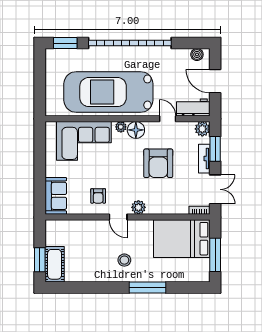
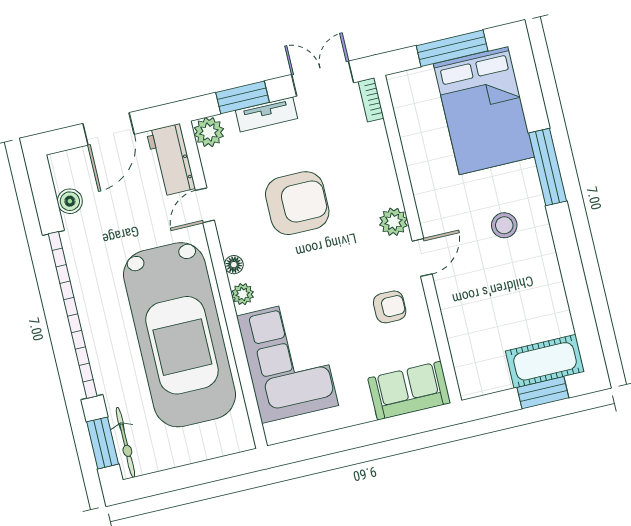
bicycle: (63, 54) -> (125, 442), added
boiler: (197, 54) -> (70, 201), moved
floor lamp: (136, 130) -> (234, 265), width x0.53, depth x0.53
bed: (182, 239) -> (484, 110), moved

